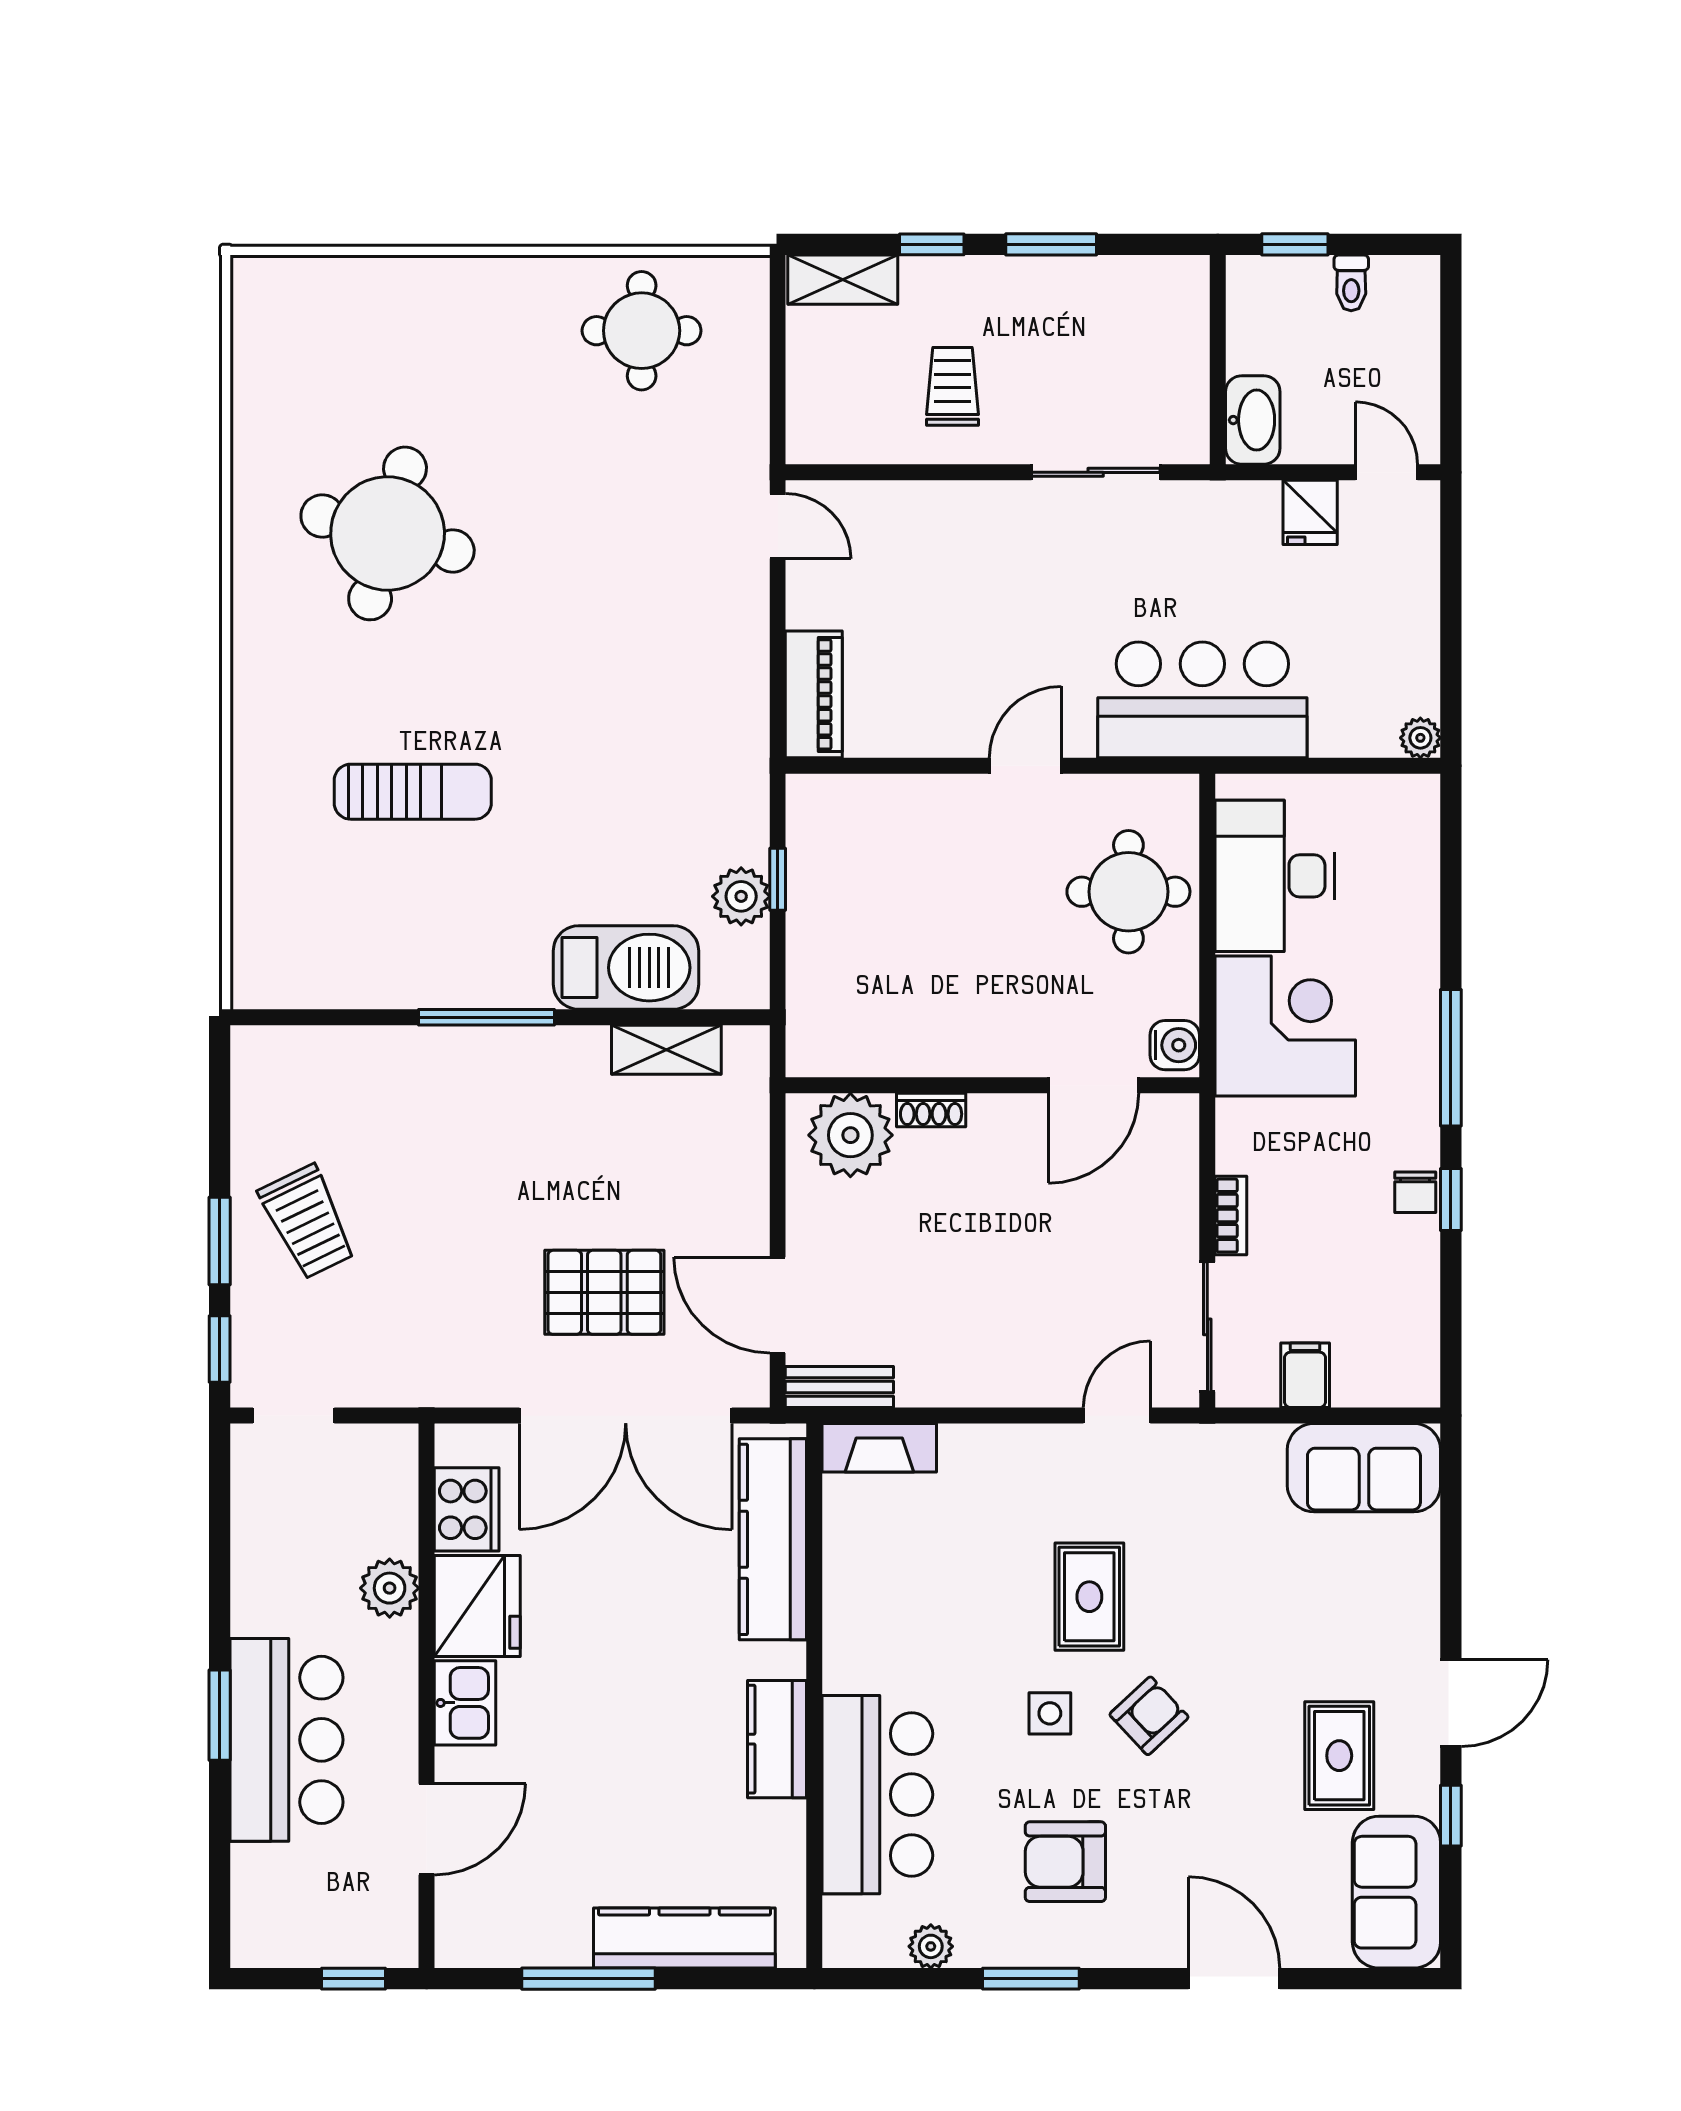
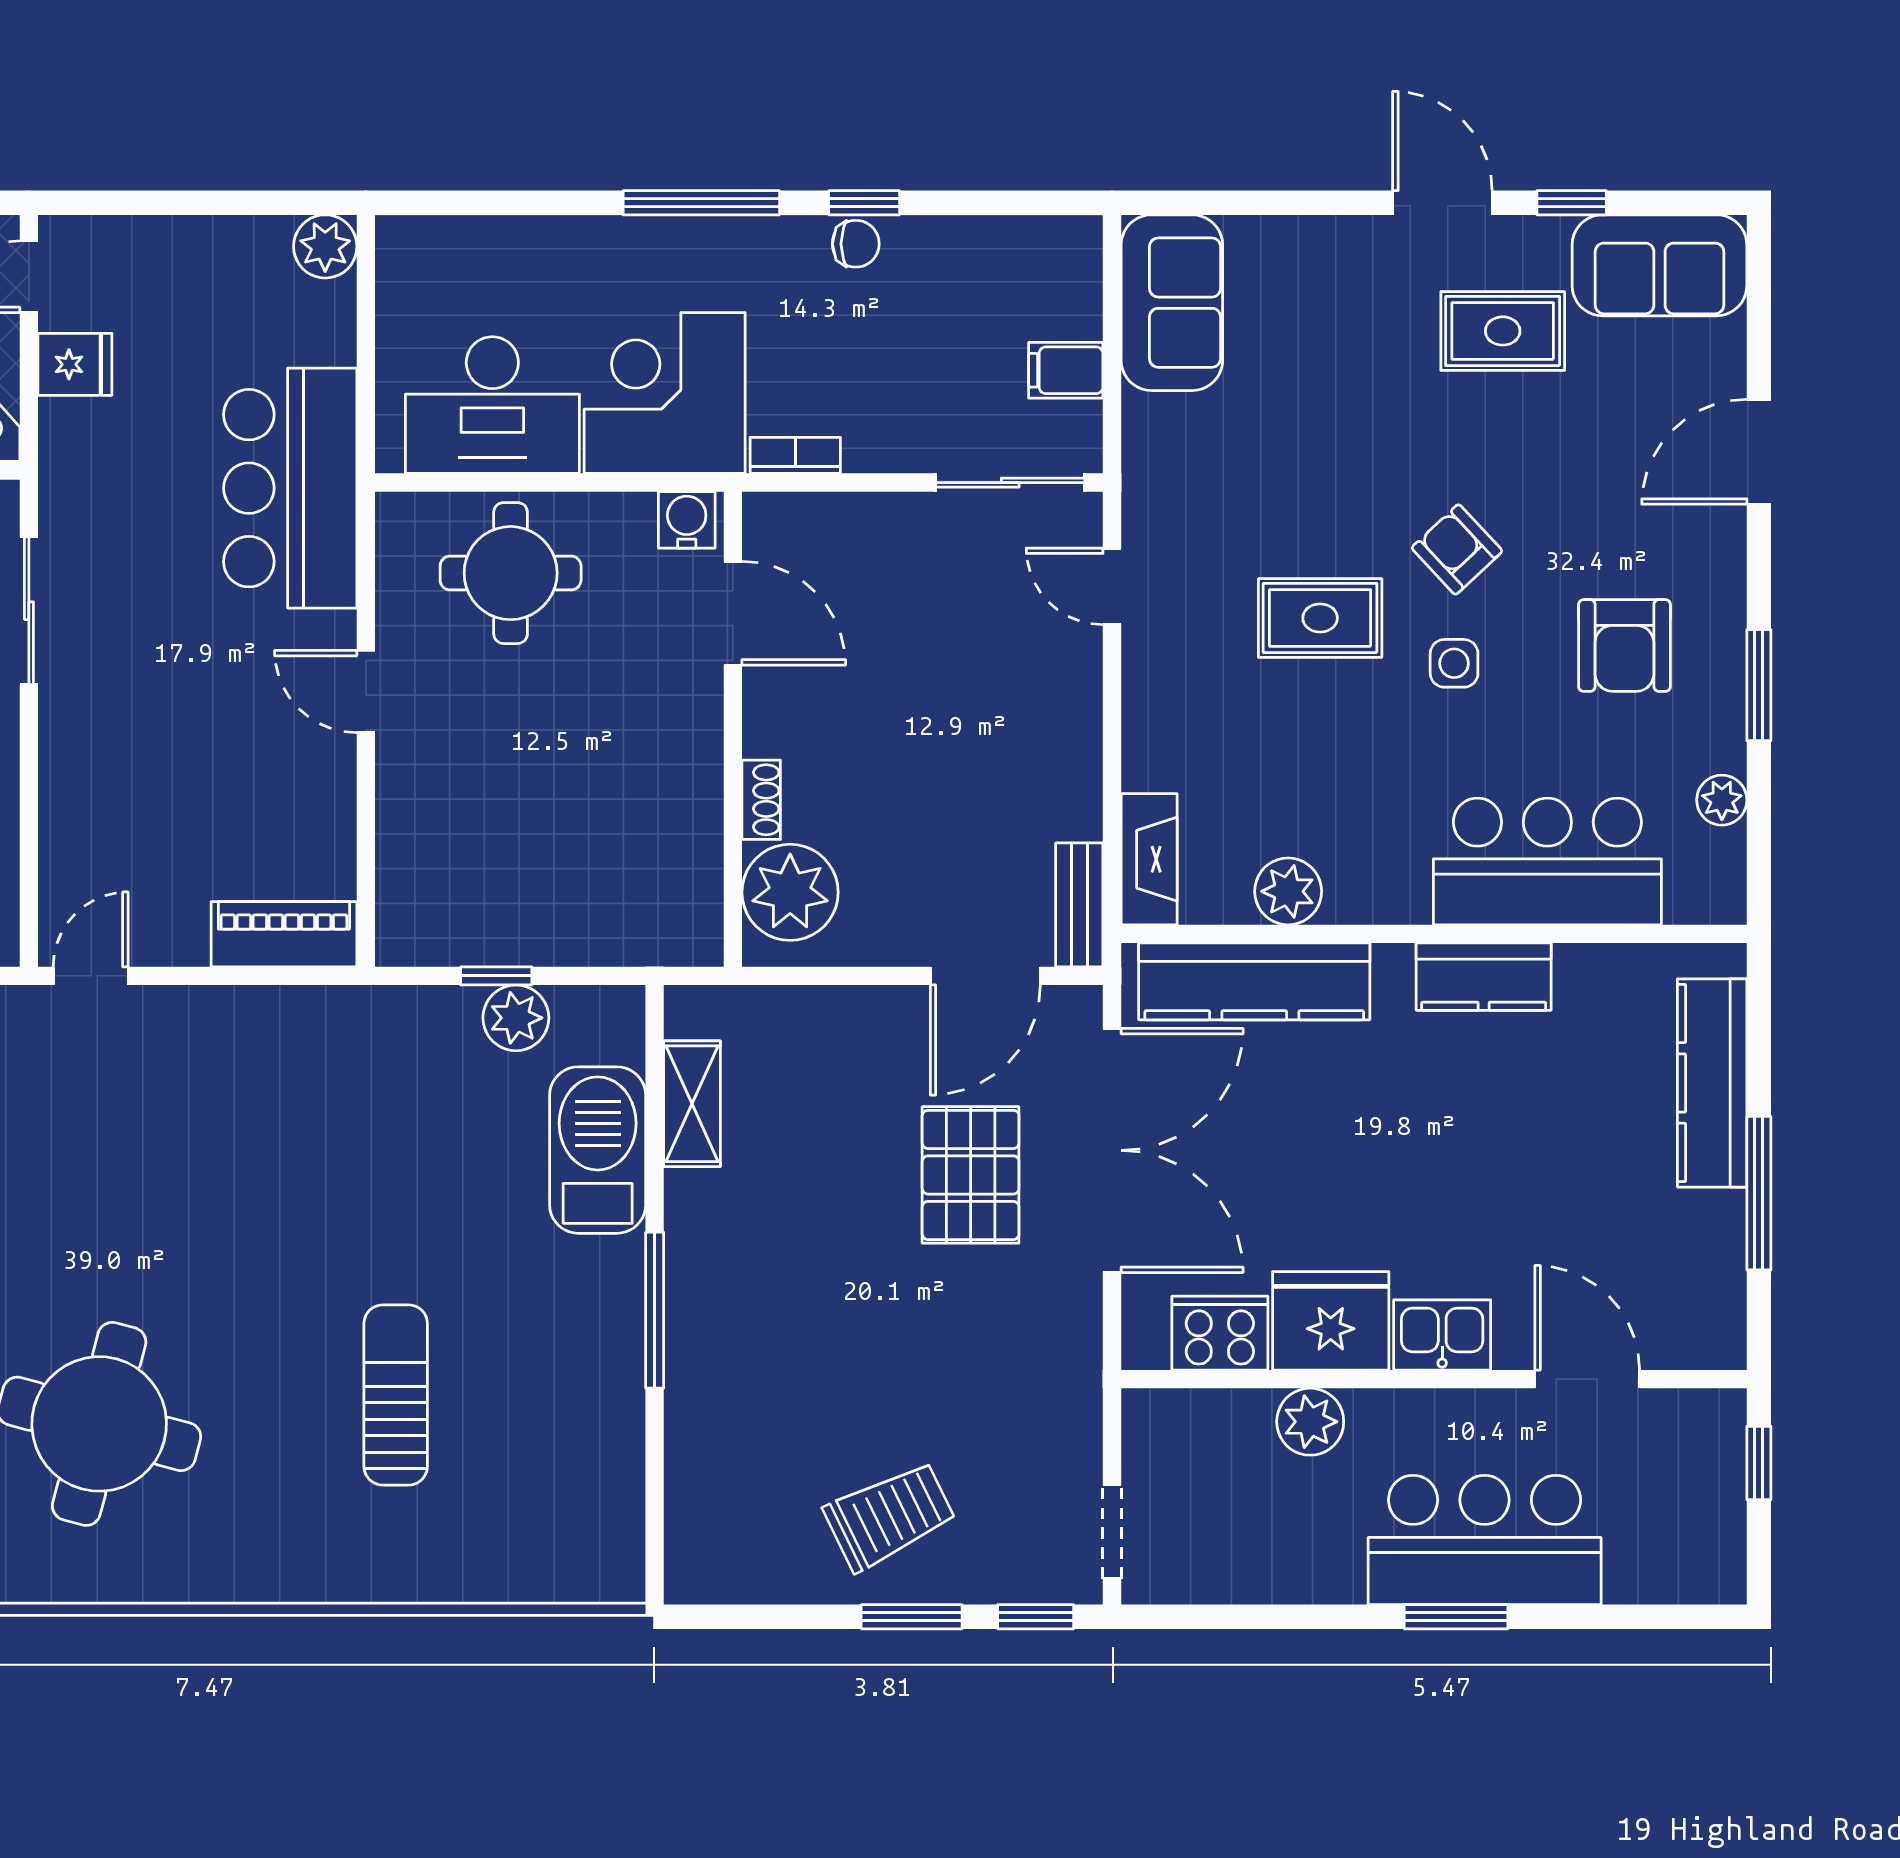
plant: (1420, 738) -> (325, 246), width x1.38, depth x1.38
bookcase: (1231, 1216) -> (795, 455), moved
plant: (851, 1569) -> (1288, 891), added

